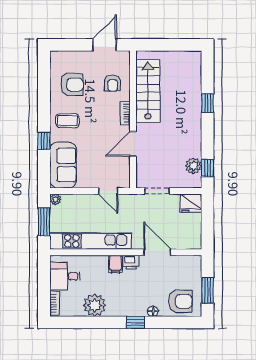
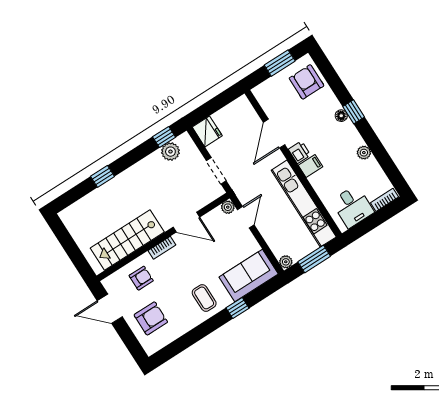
armchair: (72, 85) -> (151, 318), moved, turned 90
plant: (124, 182) -> (228, 207), added
plant: (95, 305) -> (364, 153), width x0.53, depth x0.53
floor lamp: (153, 311) -> (341, 116), moved

